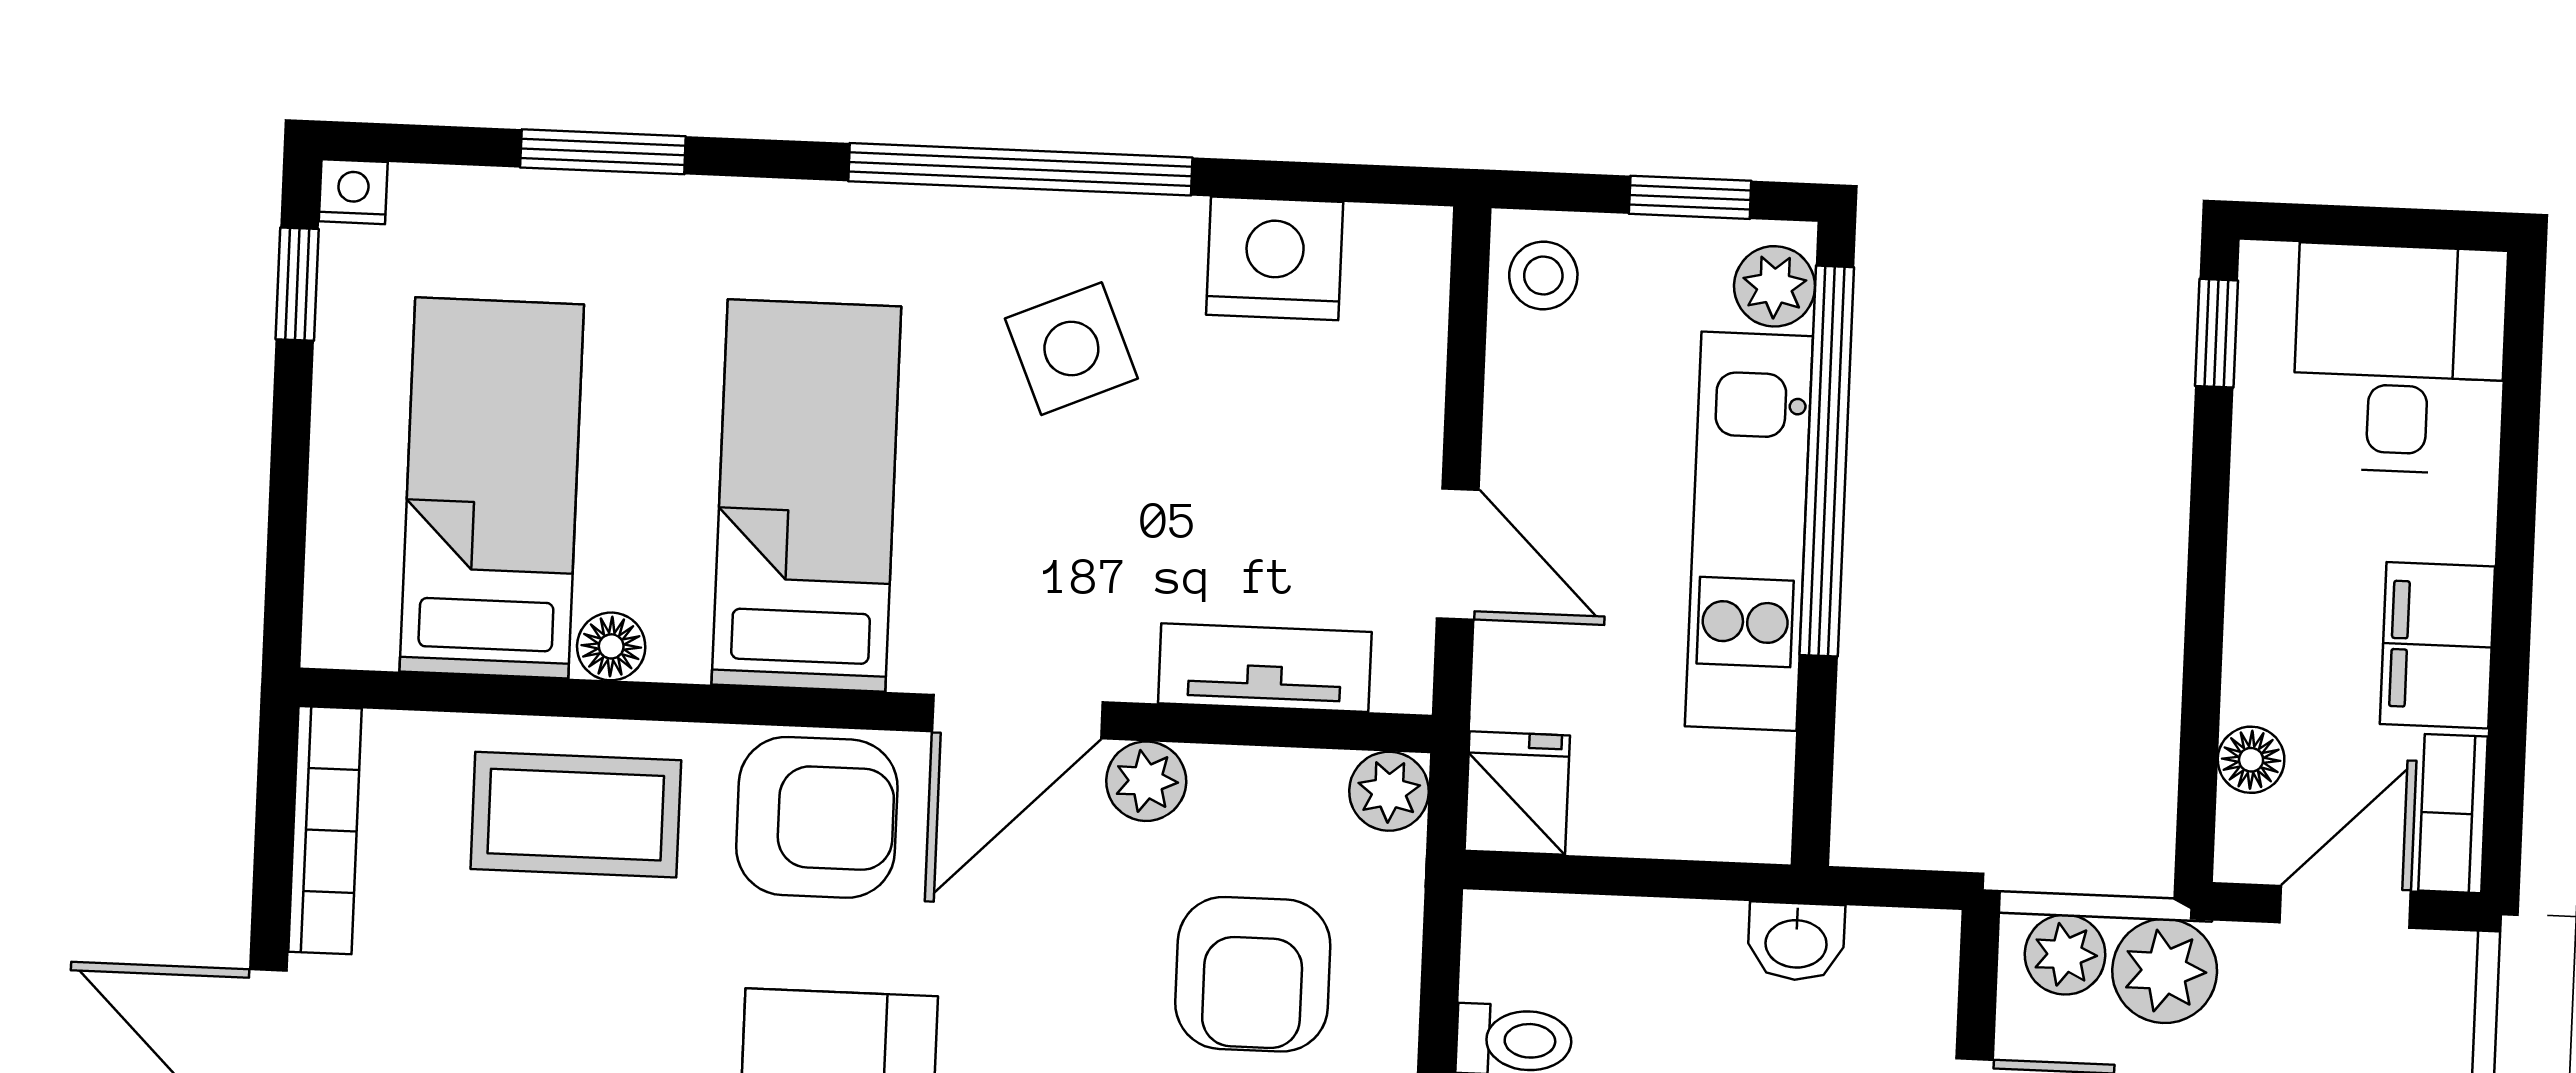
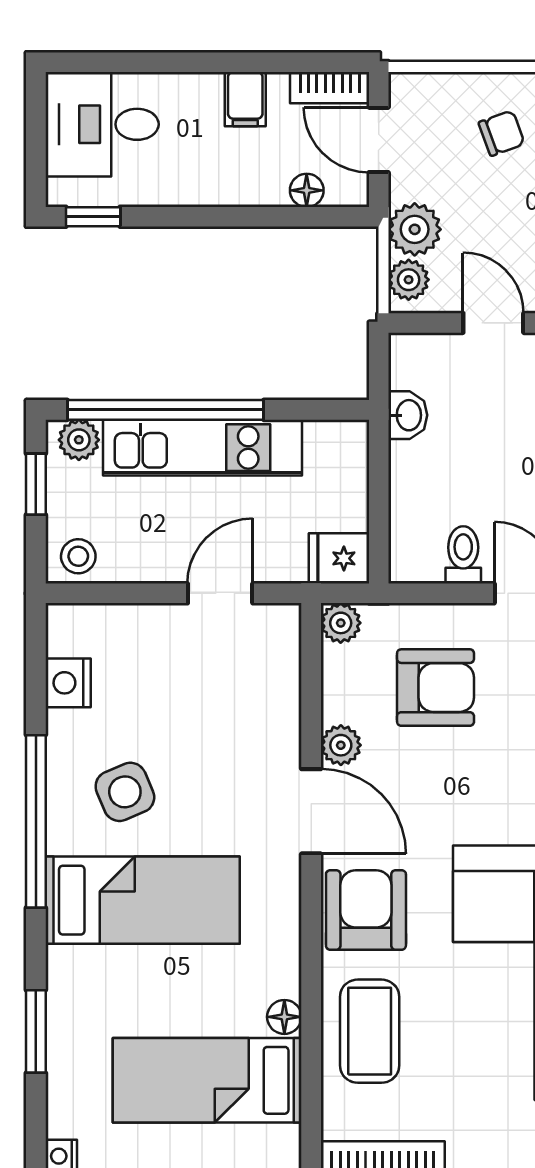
nightstand: (1275, 258) -> (68, 683), width x0.74, depth x0.75
bed: (806, 496) -> (143, 900), moved, turned 180
filing cabinet: (2437, 645) -> (245, 99), width x0.50
tv unit: (1265, 668) -> (281, 688), removed

